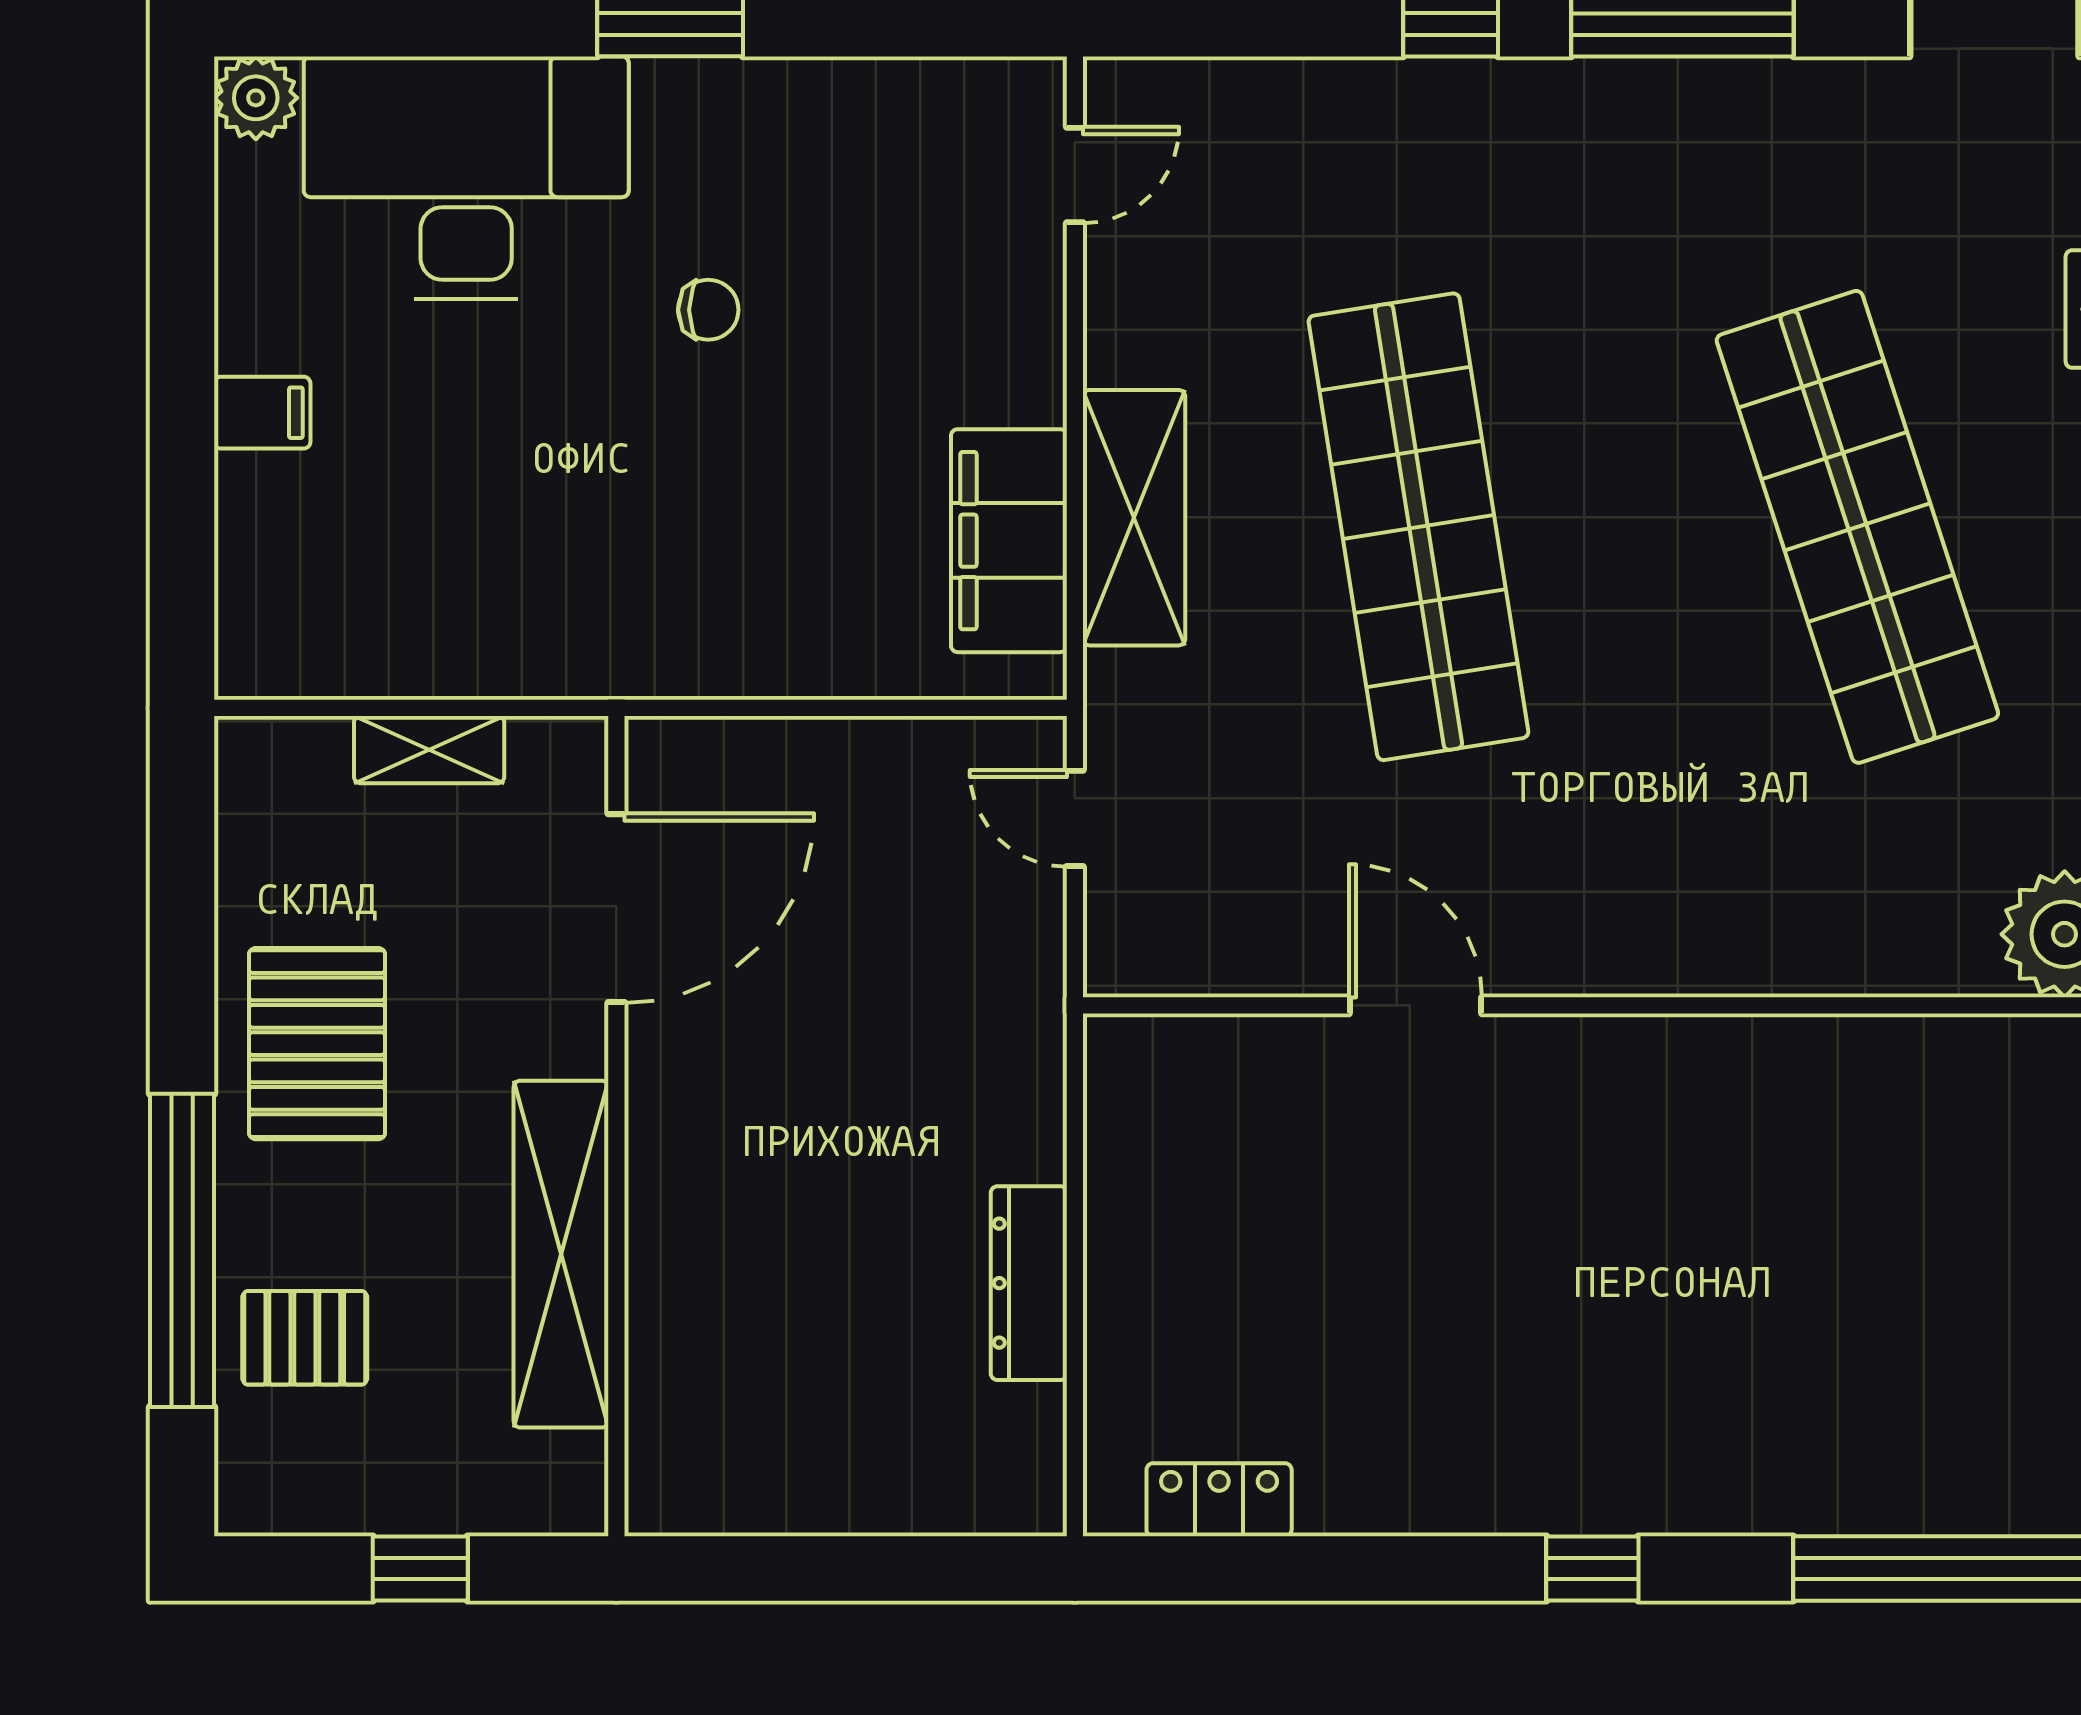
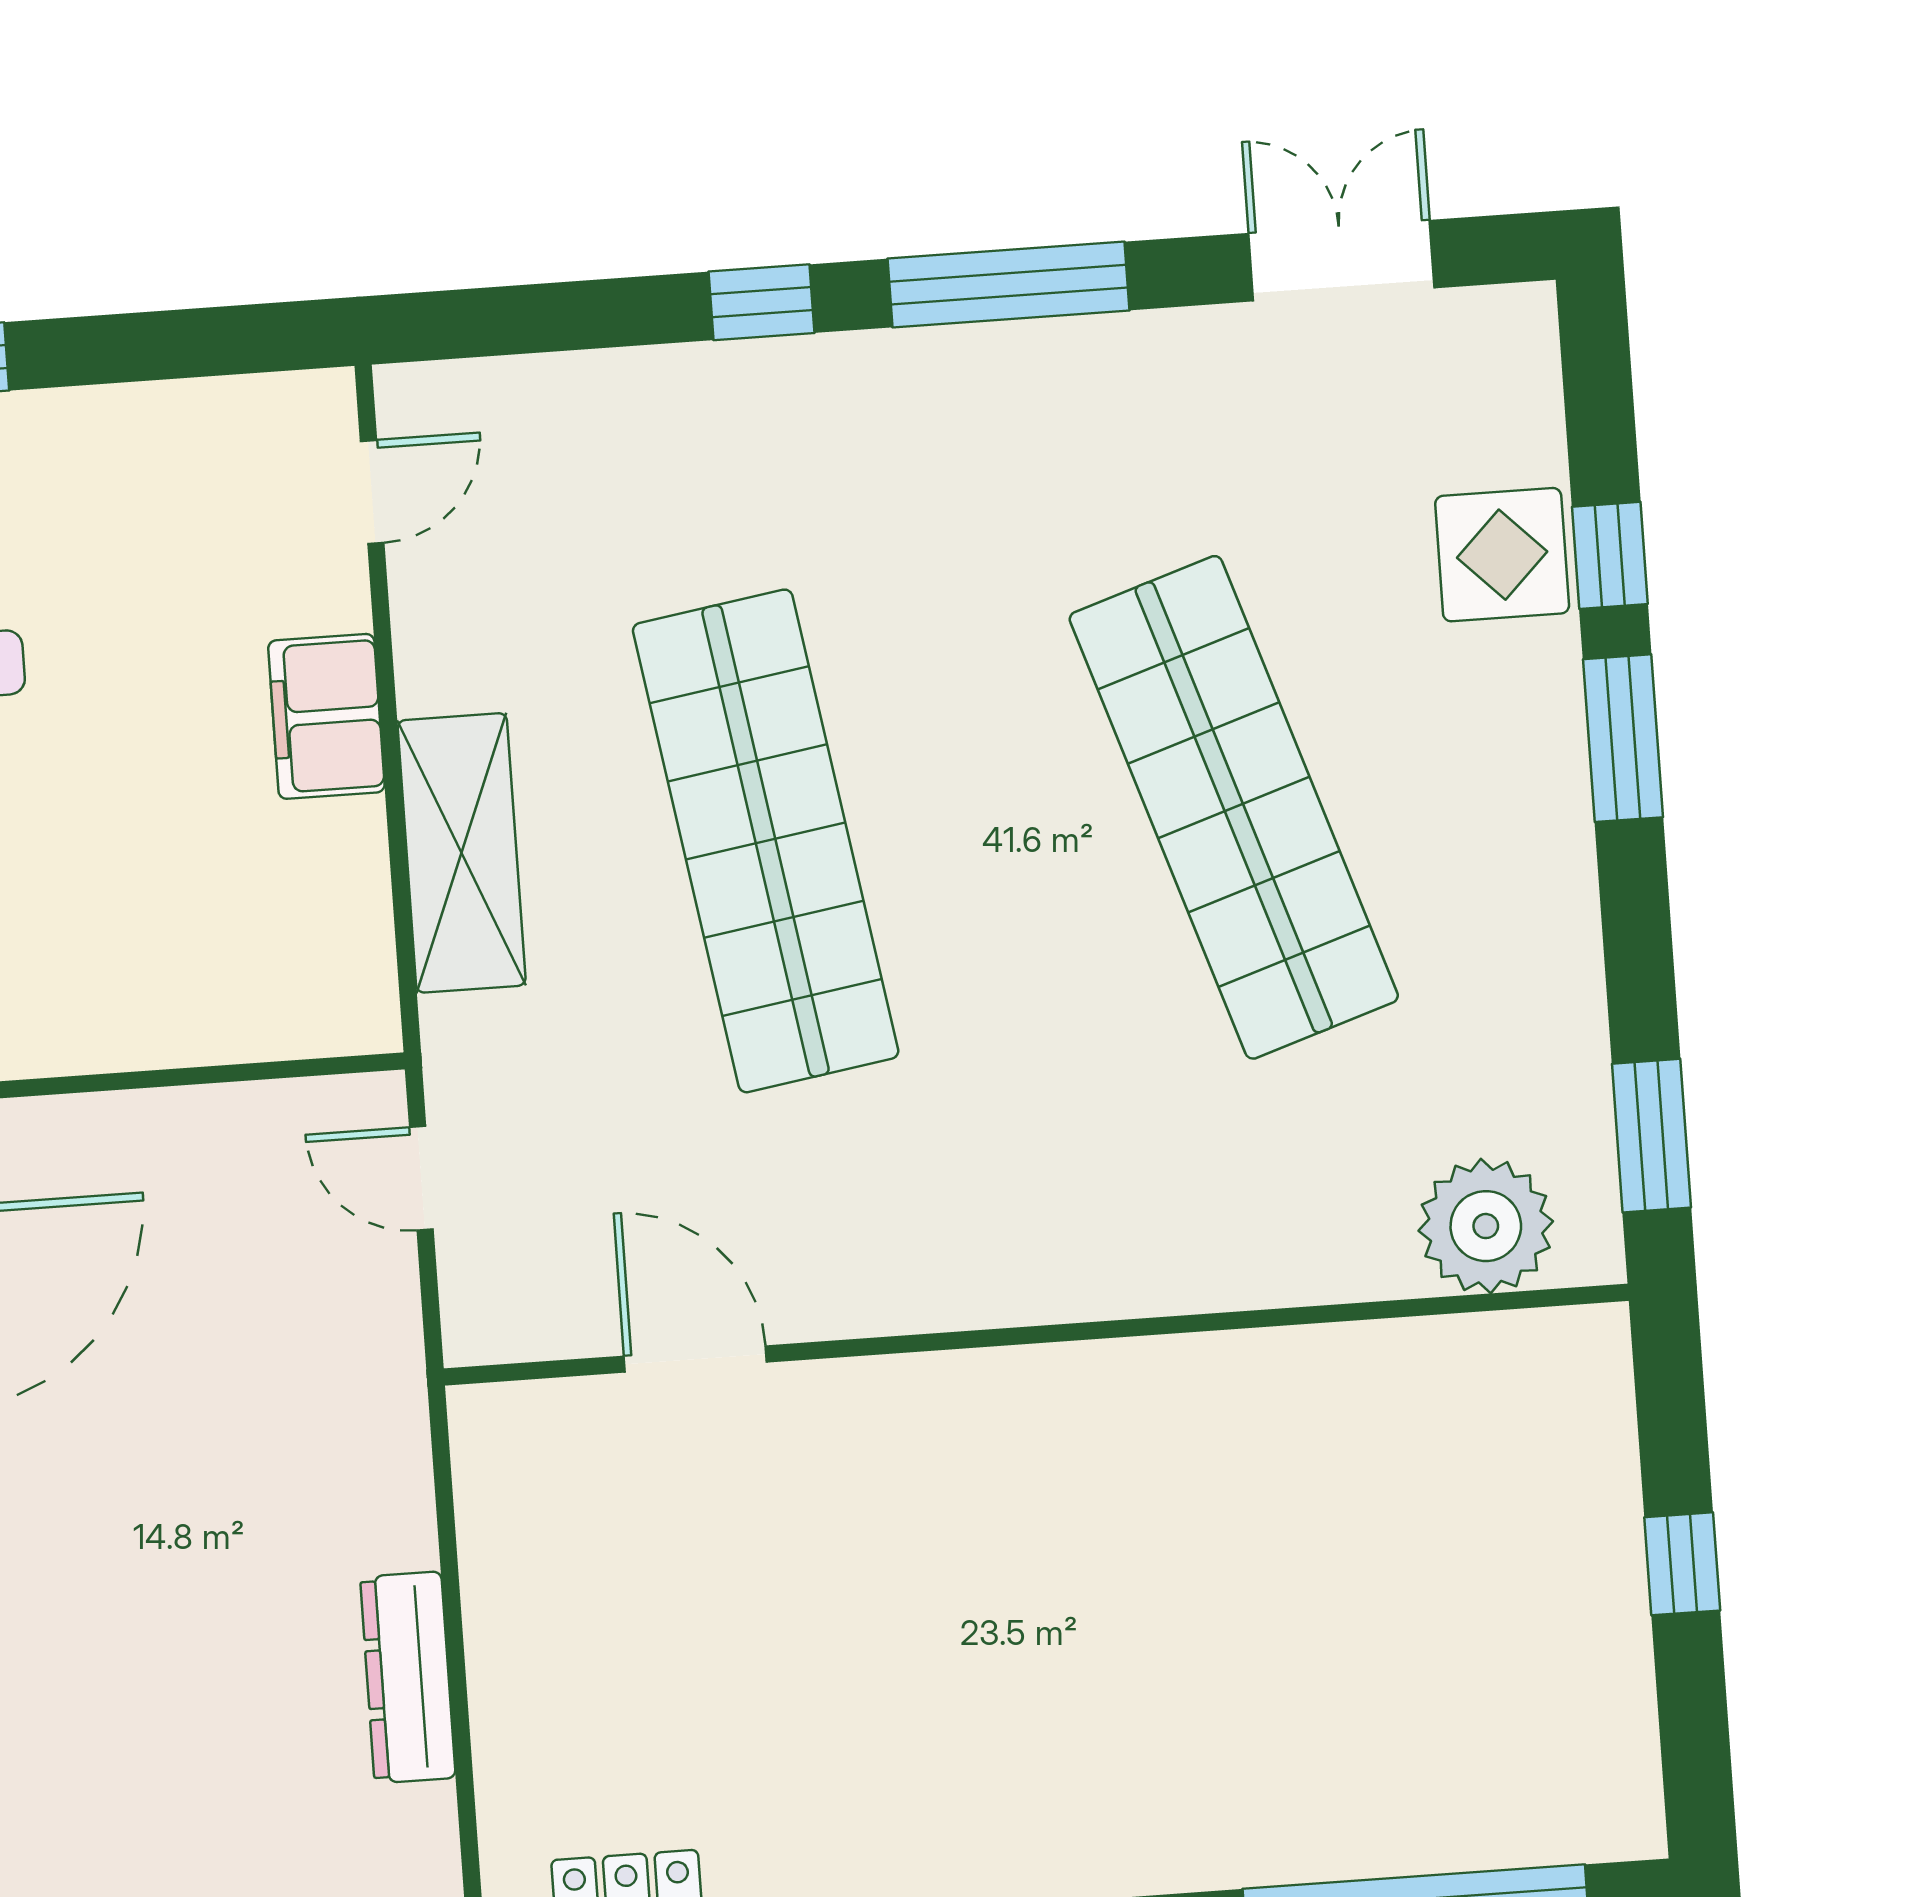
filing cabinet: (1009, 541) -> (326, 716), moved, width x0.67, depth x0.86
door: (1416, 1005) -> (695, 1359), moved

